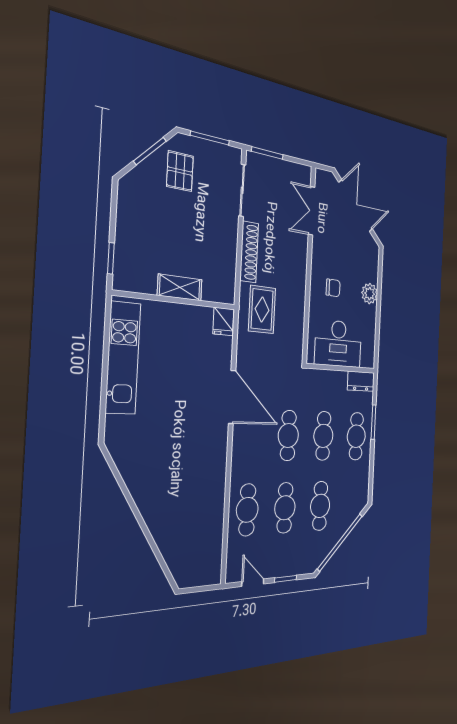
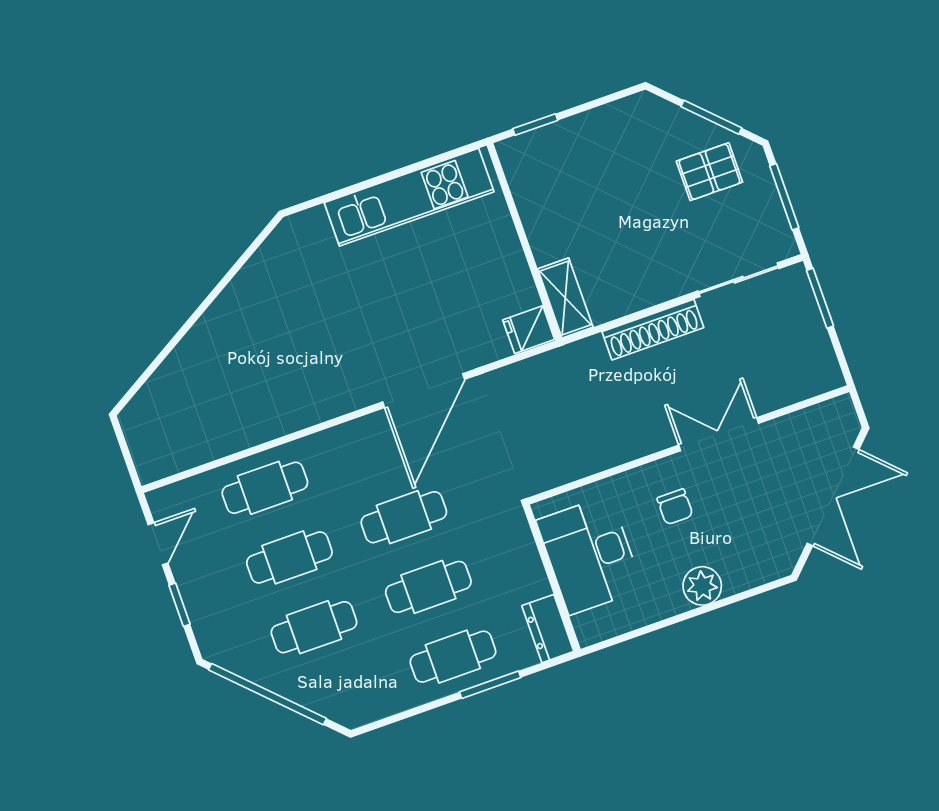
double door: (312, 211) -> (719, 434), moved
shelving: (180, 287) -> (565, 298), moved
rug: (262, 310) -> (577, 388), removed

